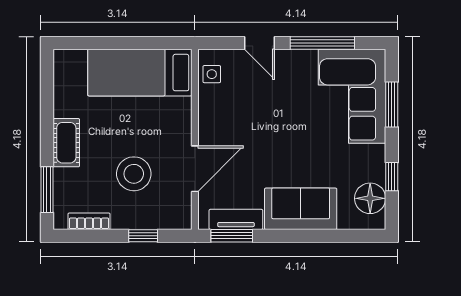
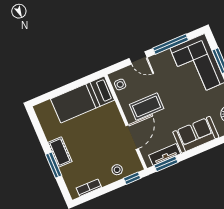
coffee table: (240, 128) -> (147, 107), added
stool: (134, 174) -> (117, 170), moved, width x0.53, depth x0.53
window: (47, 190) -> (54, 165), moved
window: (143, 236) -> (132, 178), moved

